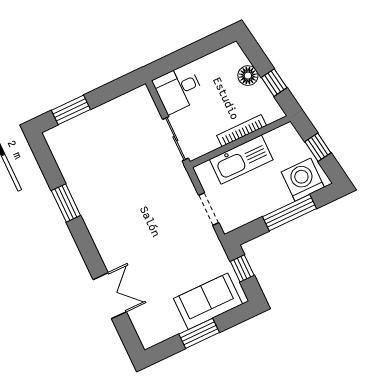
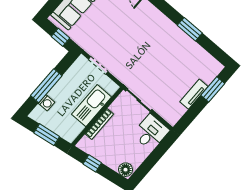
floor lamp: (248, 76) -> (126, 170), moved
tv unit: (99, 115) -> (194, 94), added
window: (318, 147) -> (47, 135), width x1.50
washing machine: (303, 180) -> (47, 103), width x0.53, depth x0.53

